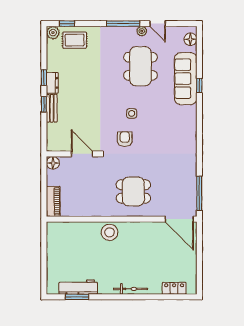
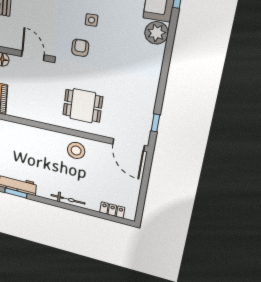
plant: (187, 115) -> (156, 33), added
window: (199, 193) -> (155, 123), width x0.46
stool: (110, 232) -> (76, 151), moved

